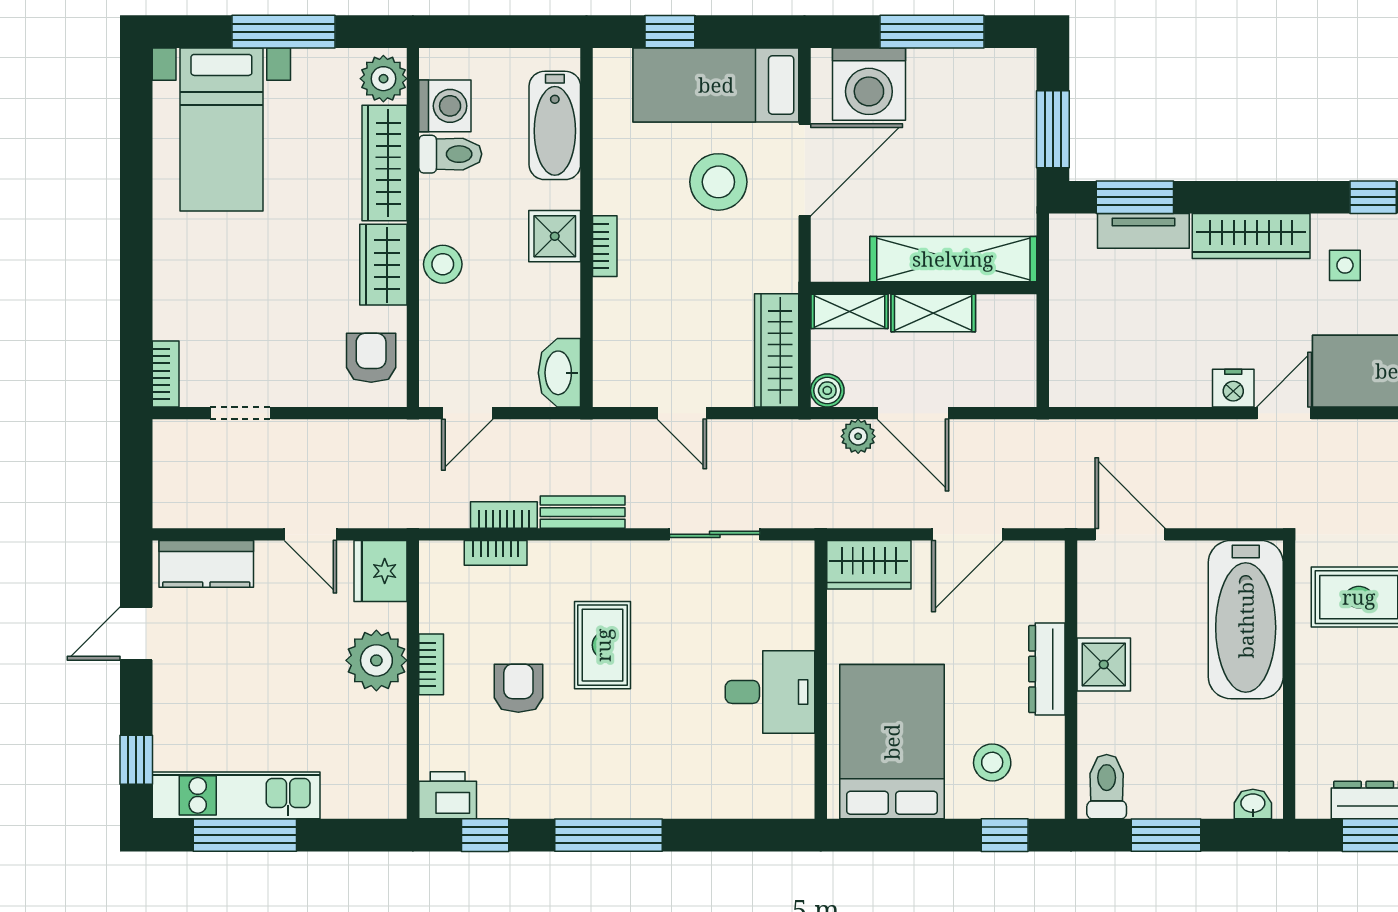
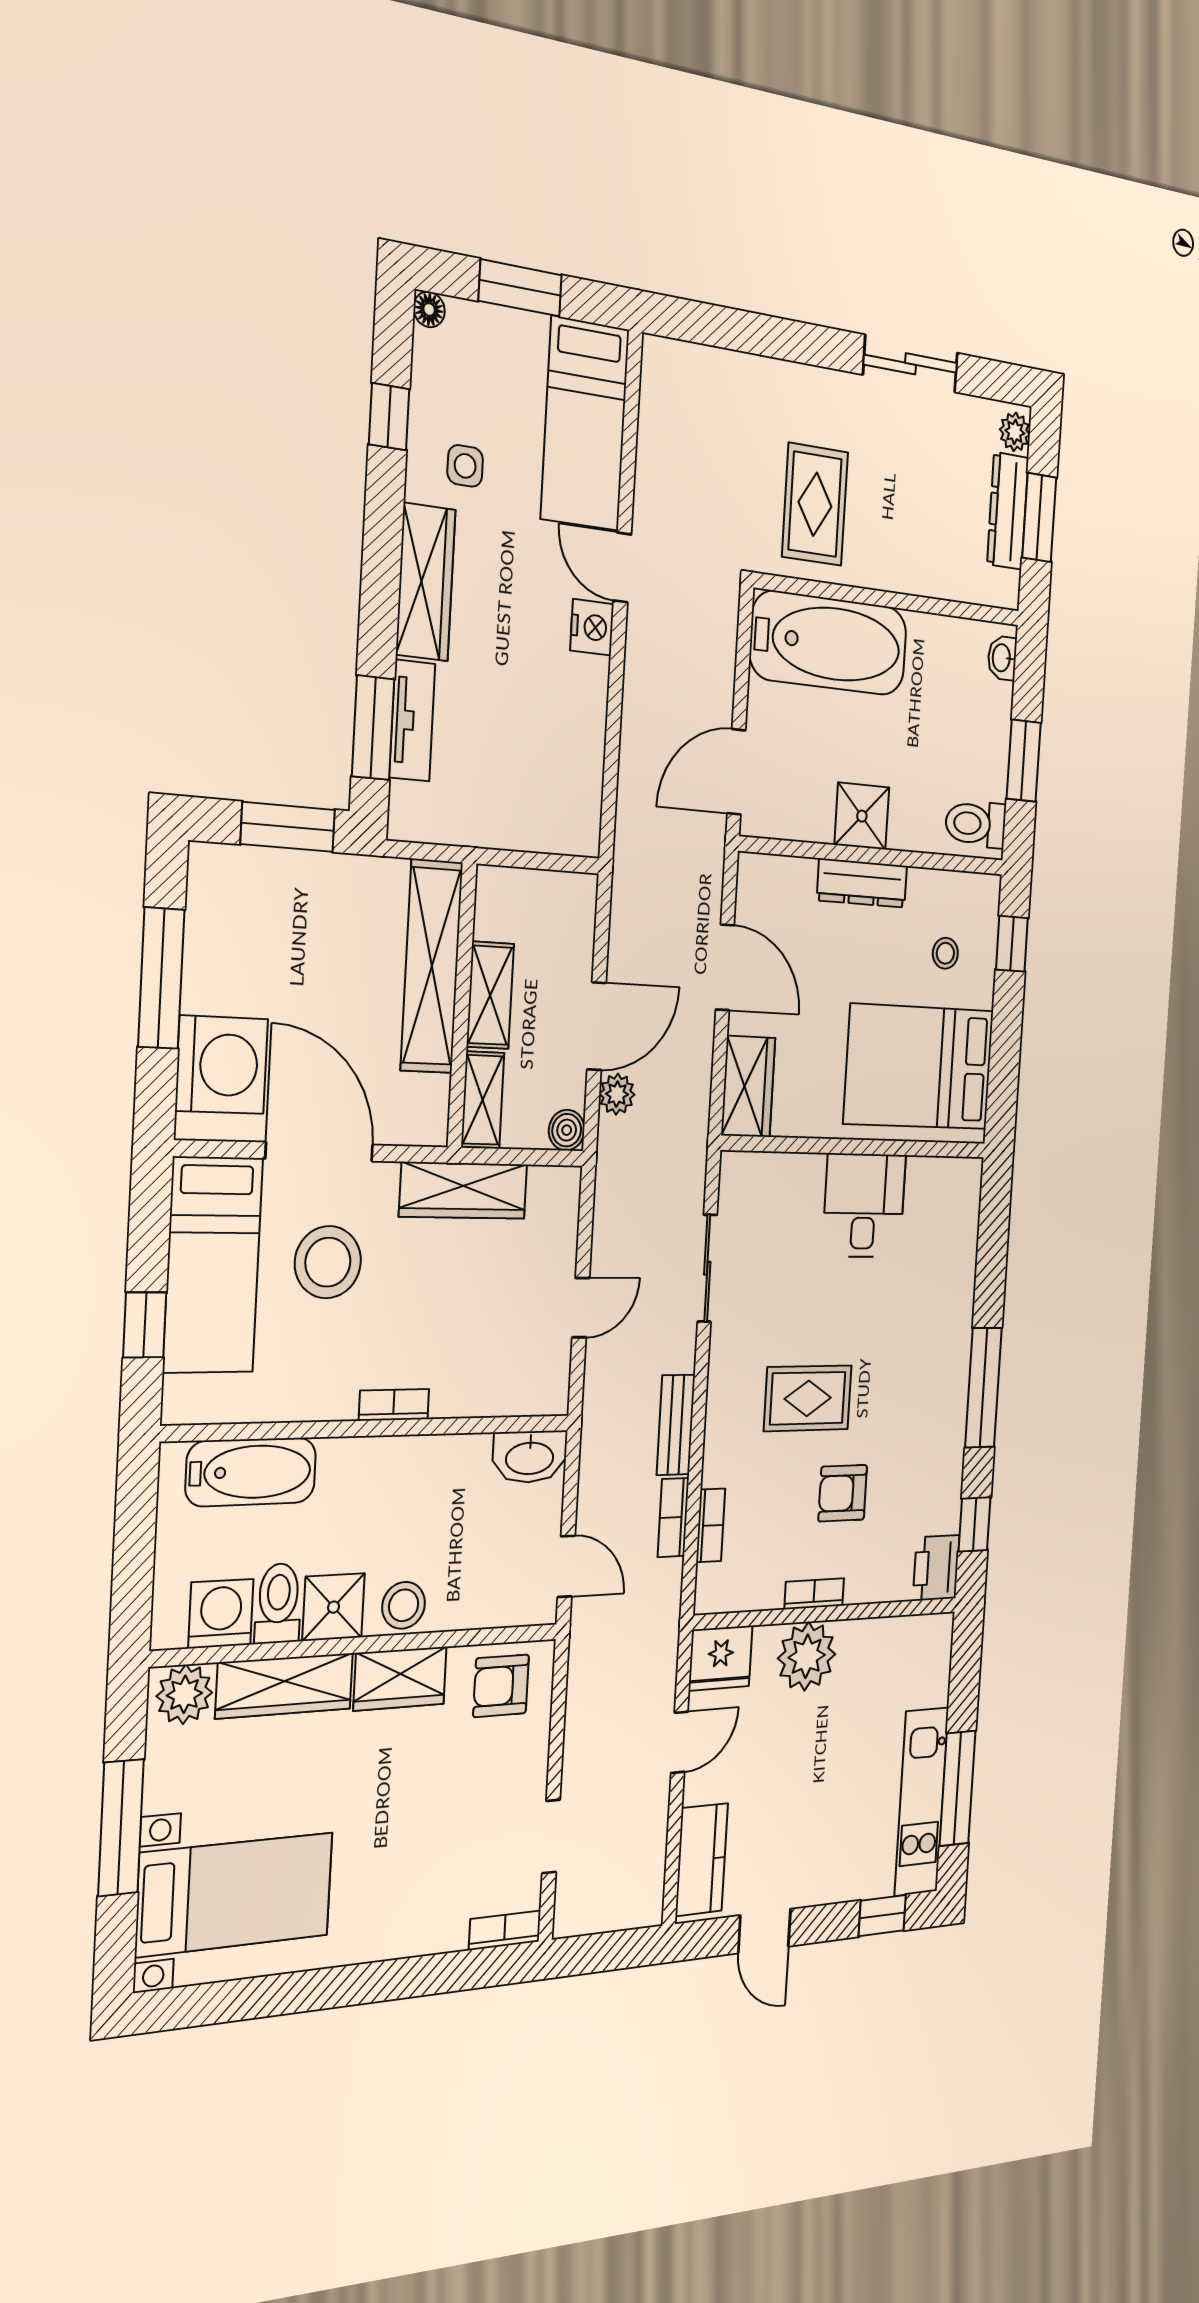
shower: (555, 236) -> (334, 1607), moved
wardrobe: (777, 350) -> (464, 1190), moved
stool: (992, 762) -> (945, 953), width x0.73, depth x0.73

